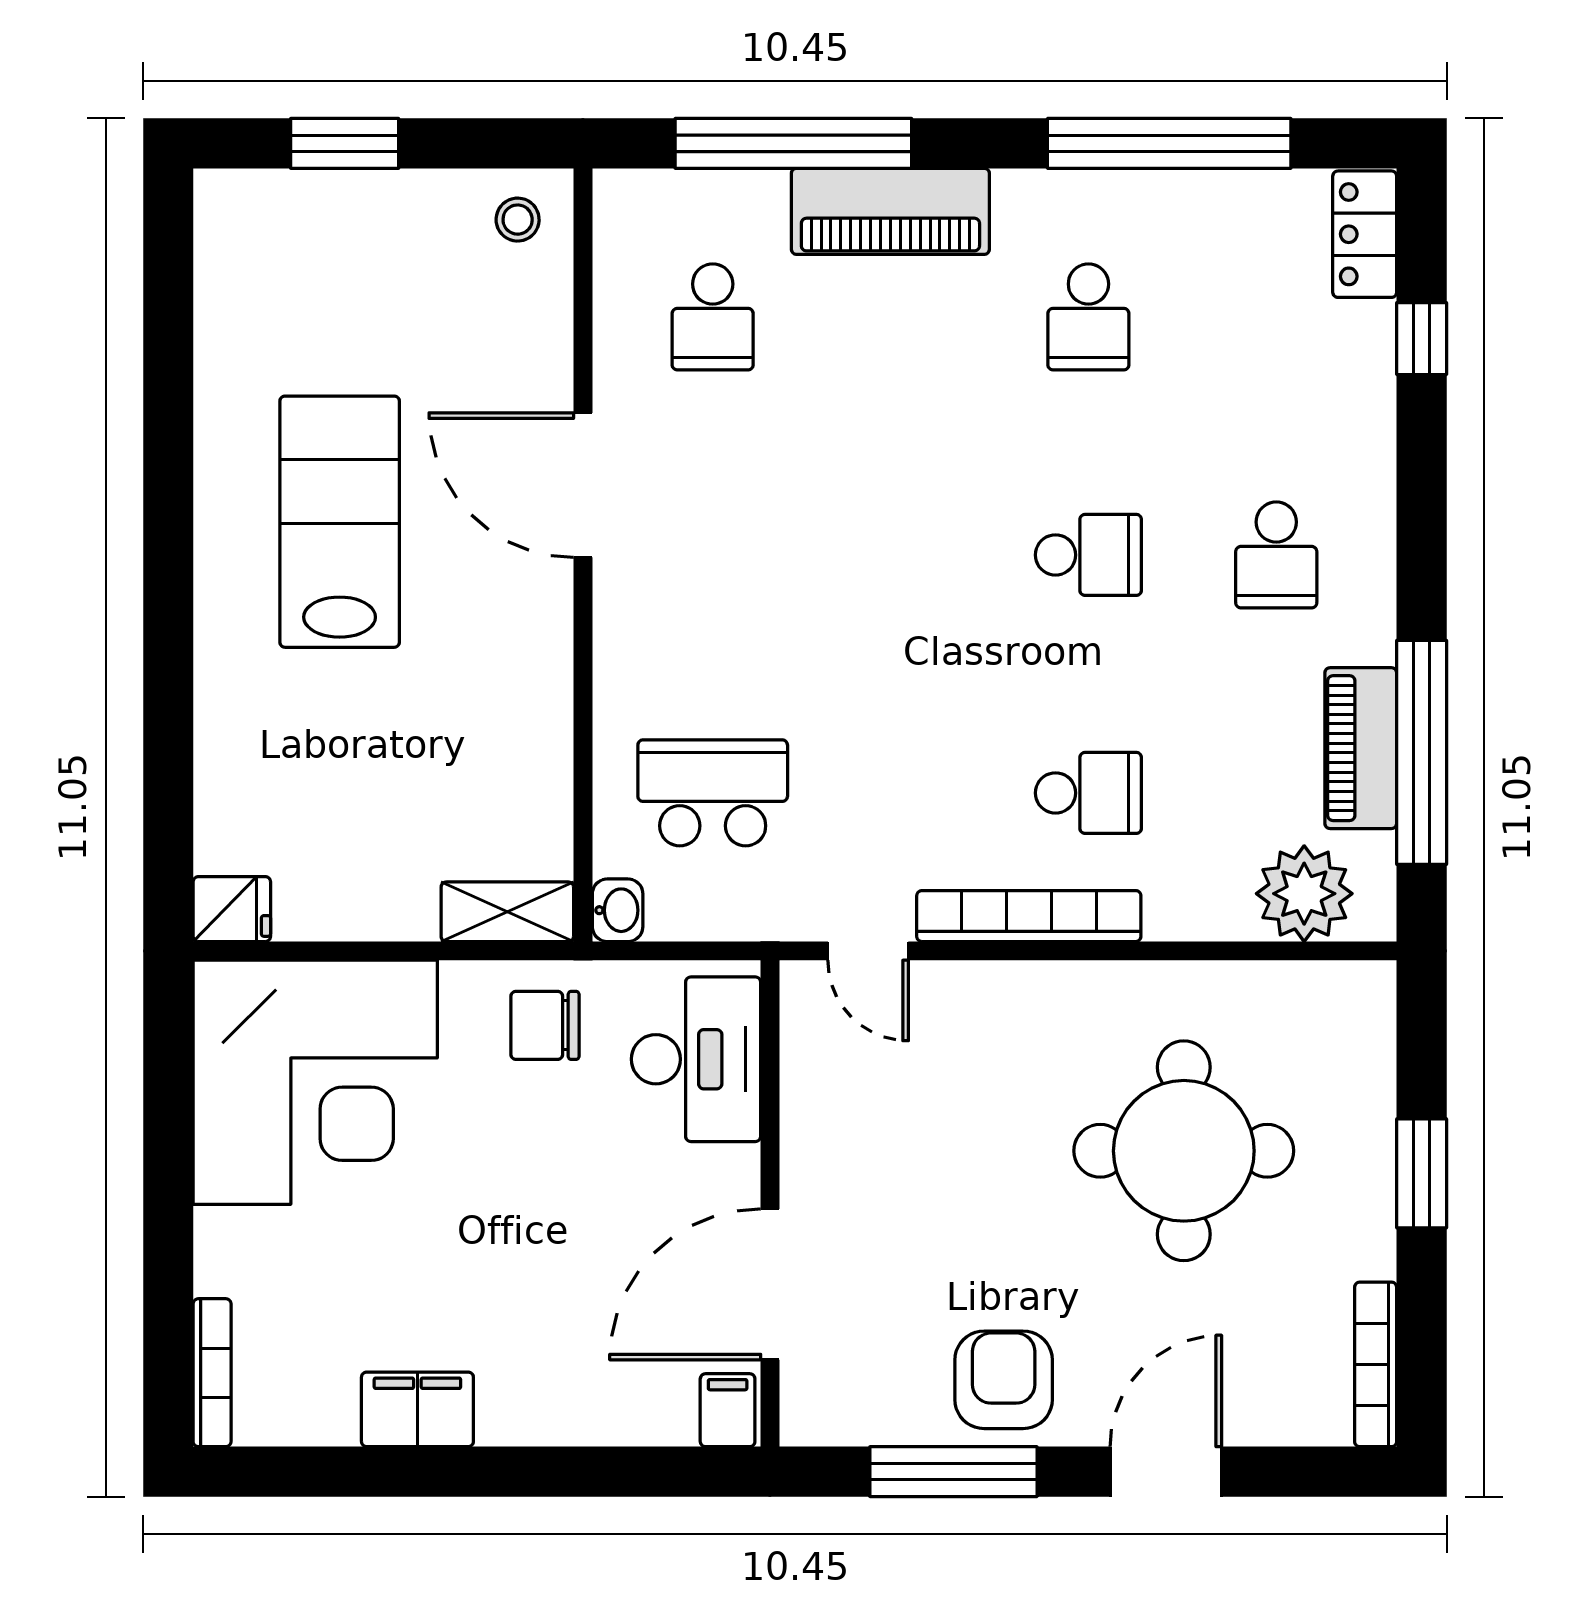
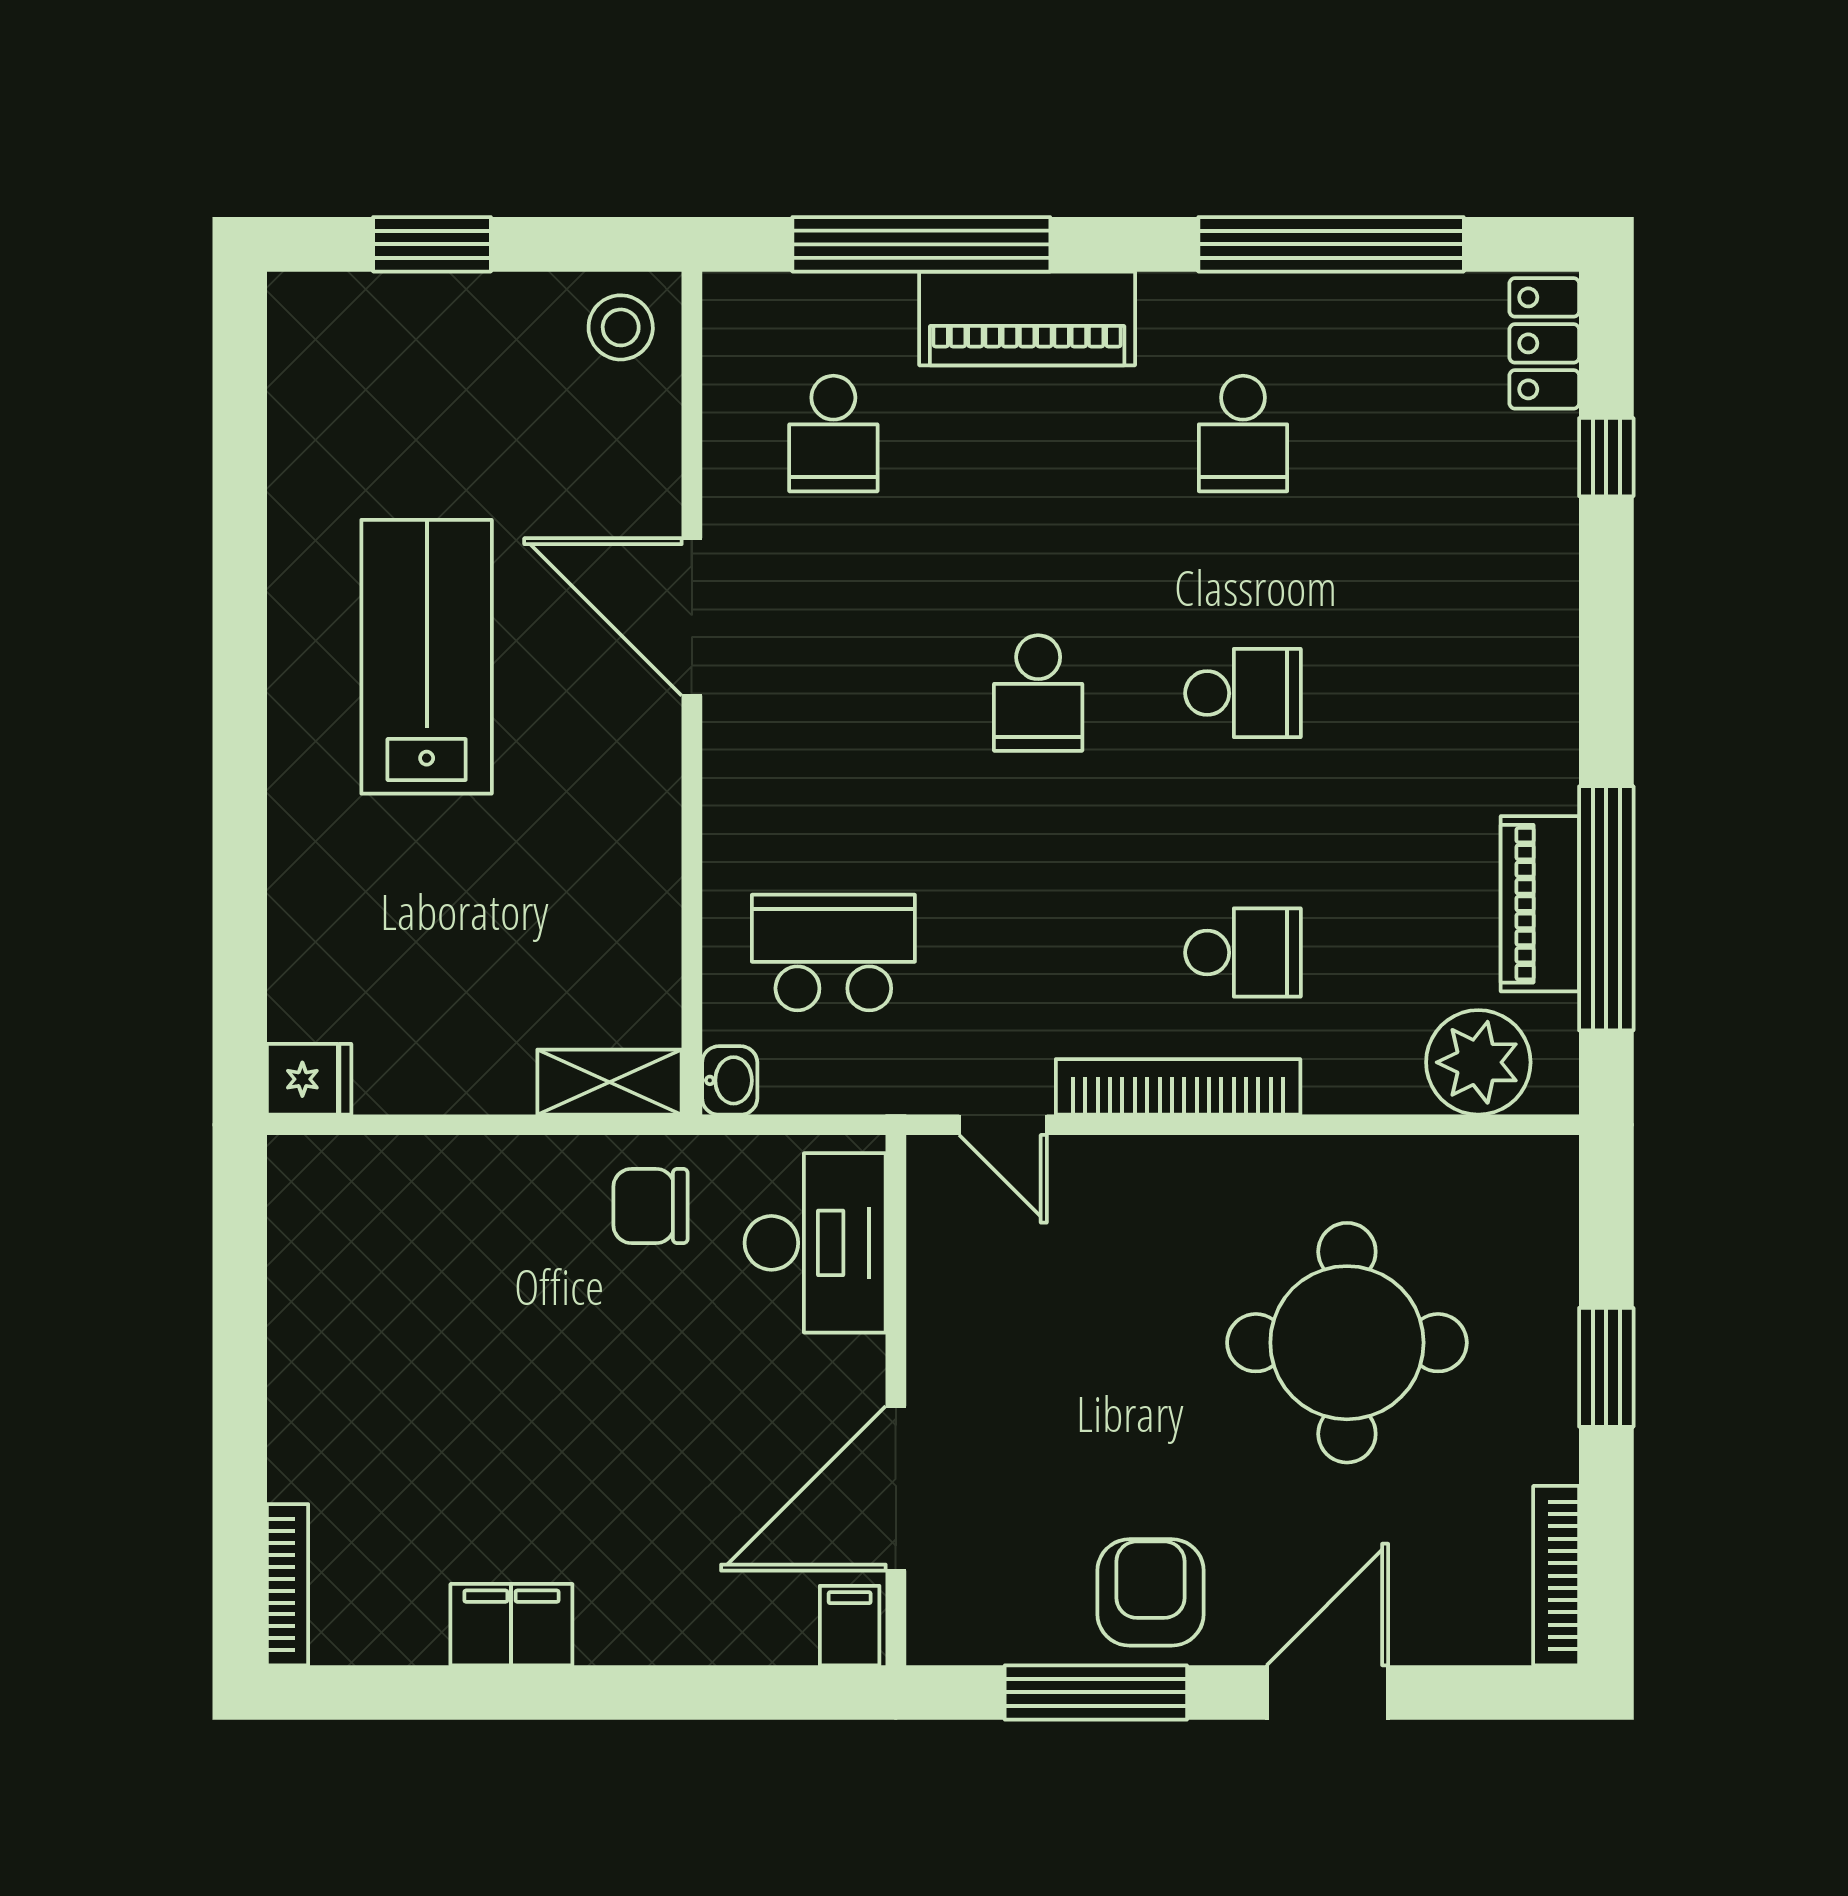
stool: (518, 220) -> (621, 327), width x1.37, depth x1.37
school desk: (1276, 555) -> (1038, 693), moved
corner desk: (315, 1082) -> (400, 1268), removed

